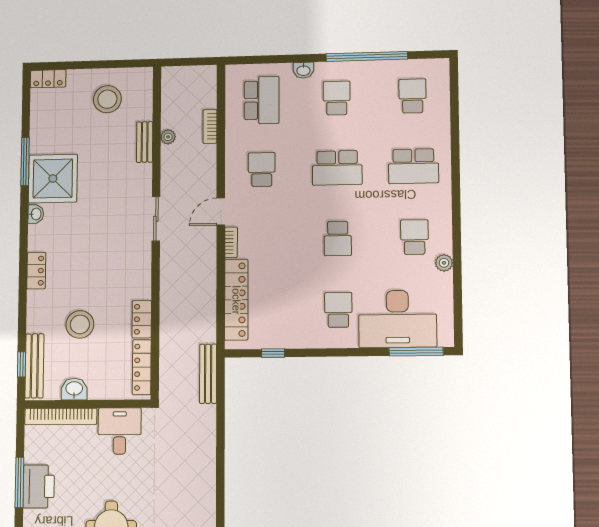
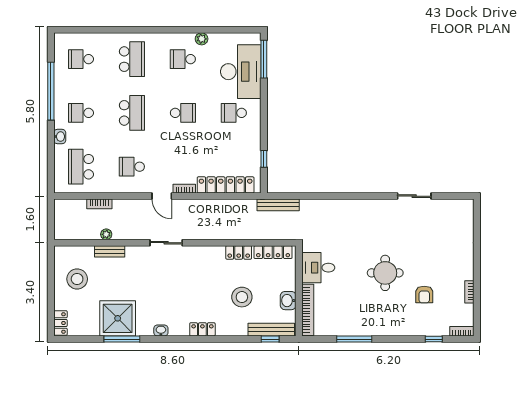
school desk: (262, 100) -> (81, 167), turned -90
shower: (53, 179) -> (118, 318), moved
printer: (39, 486) -> (357, 325), removed

